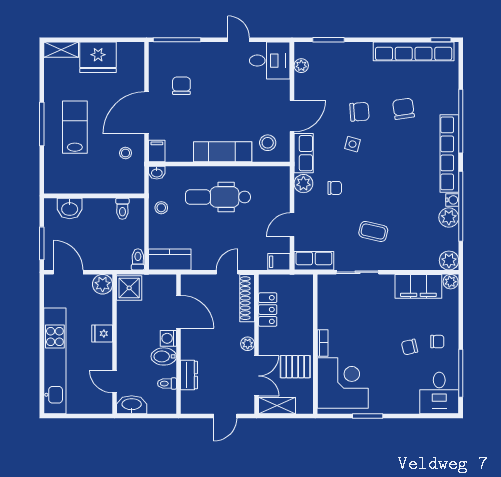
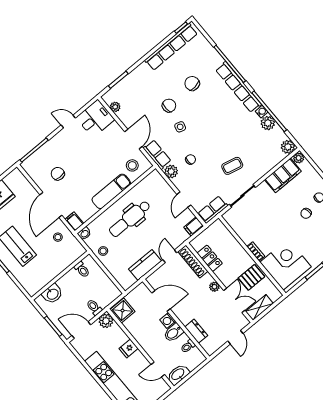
toilet: (138, 259) -> (94, 307), moved
kitchen counter: (170, 259) -> (145, 265), moved

